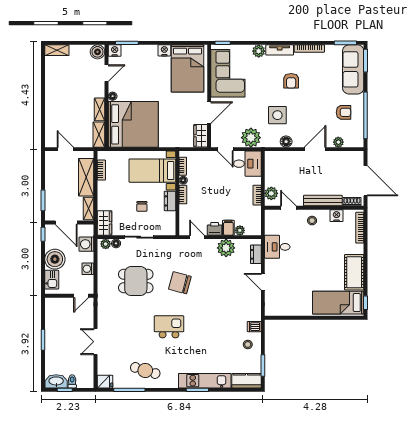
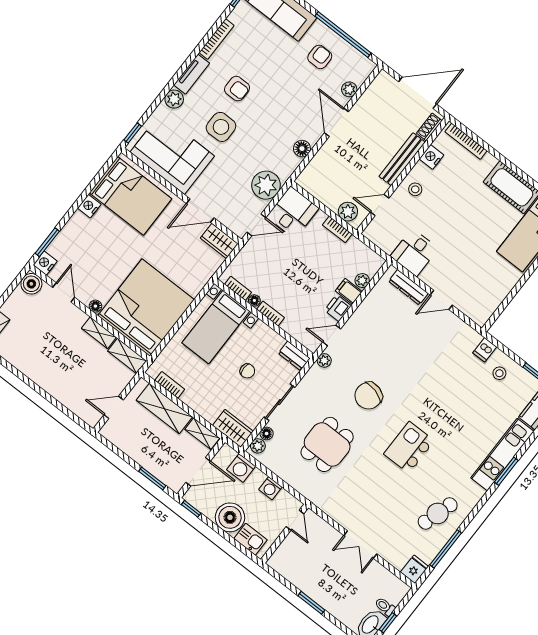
door: (209, 113) -> (200, 211), swing flipped
side table: (277, 115) -> (221, 127), moved
dresser: (170, 201) -> (294, 356), moved
plant: (226, 248) -> (324, 360), moved, width x0.53, depth x0.53
dresser: (256, 254) -> (408, 287), width x1.44

